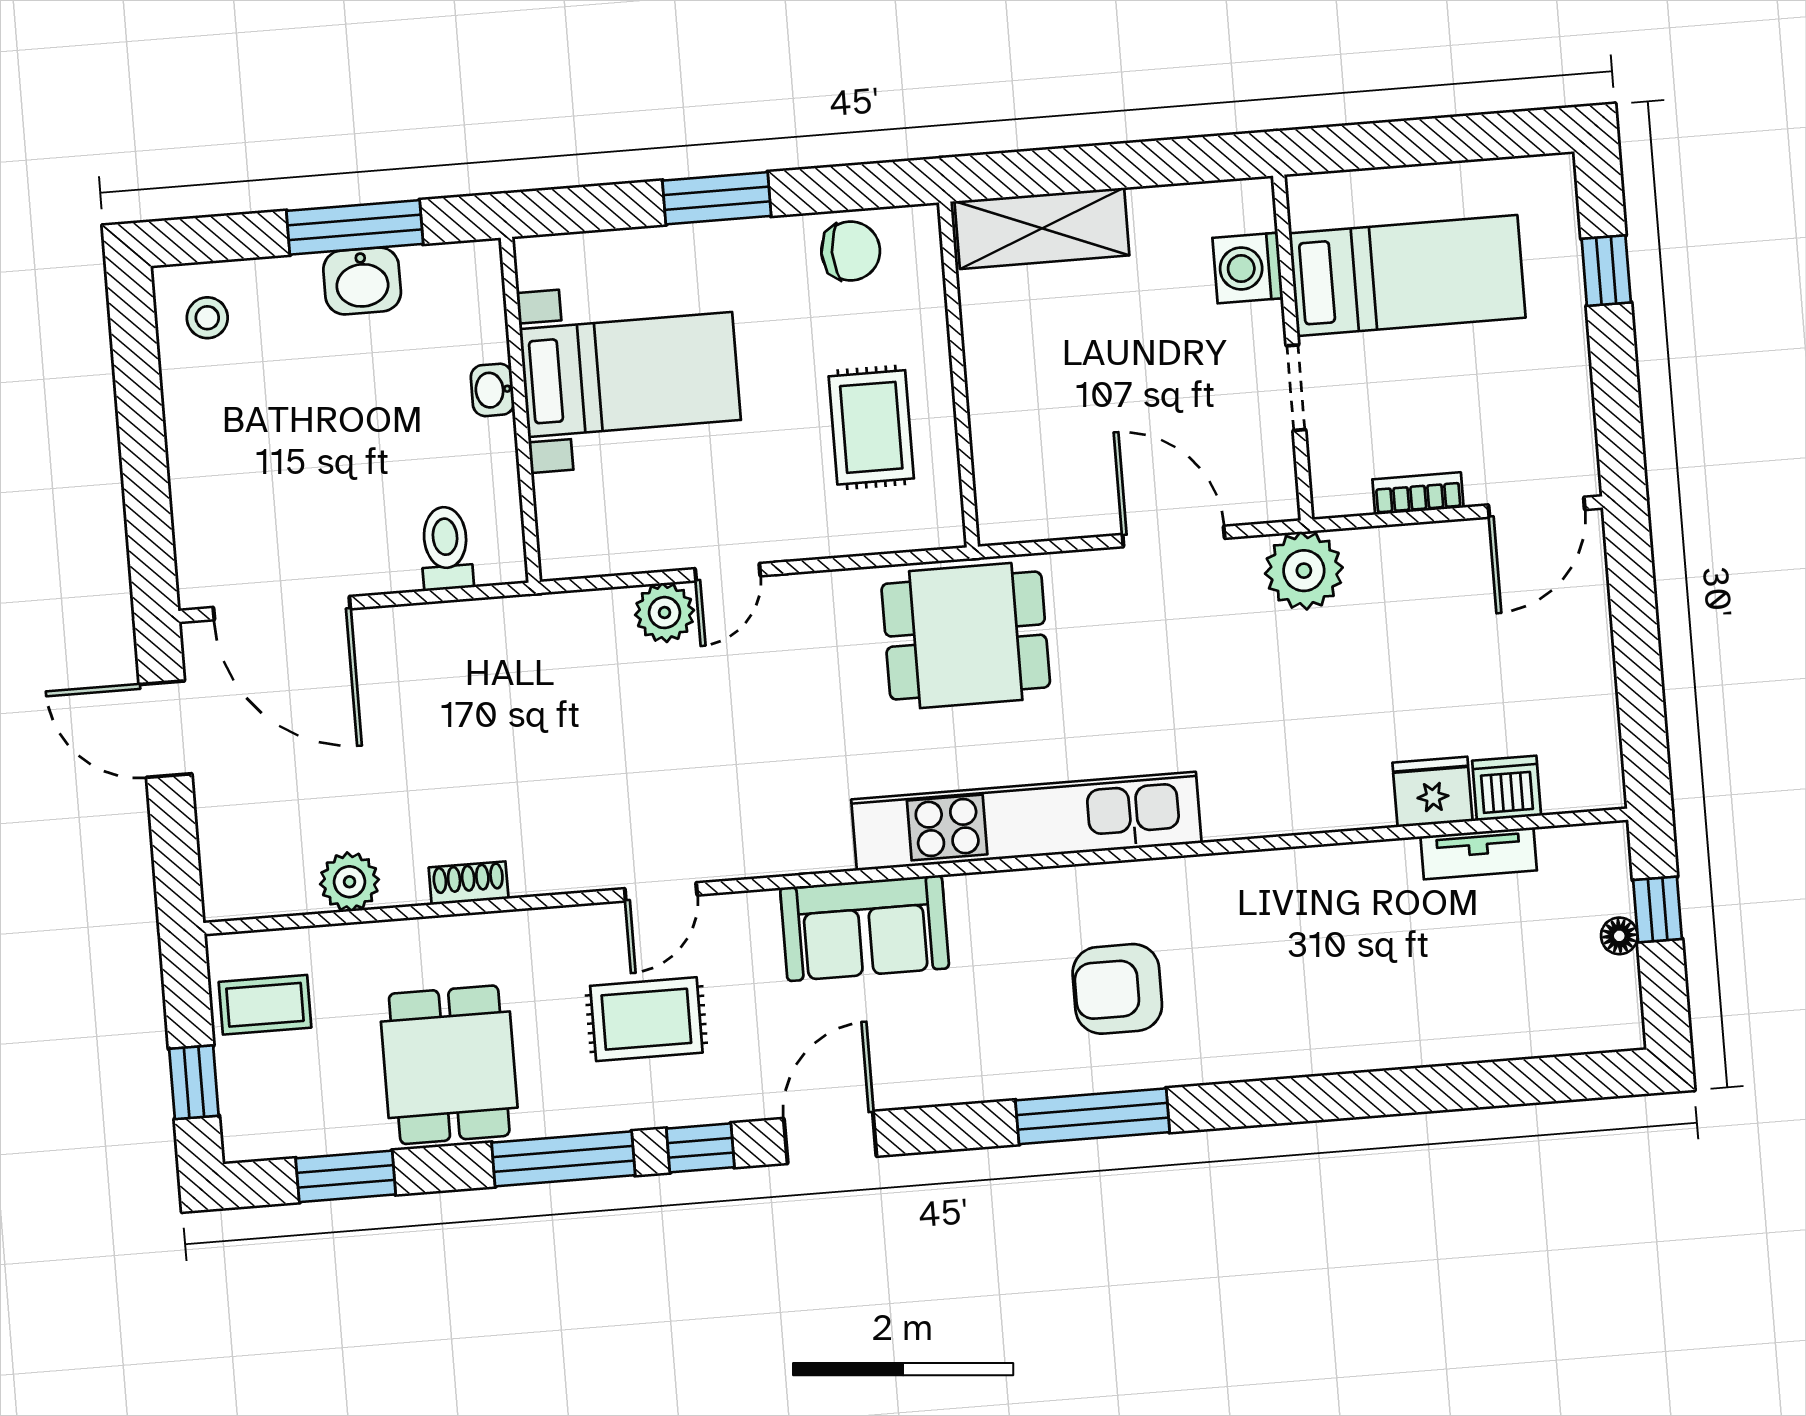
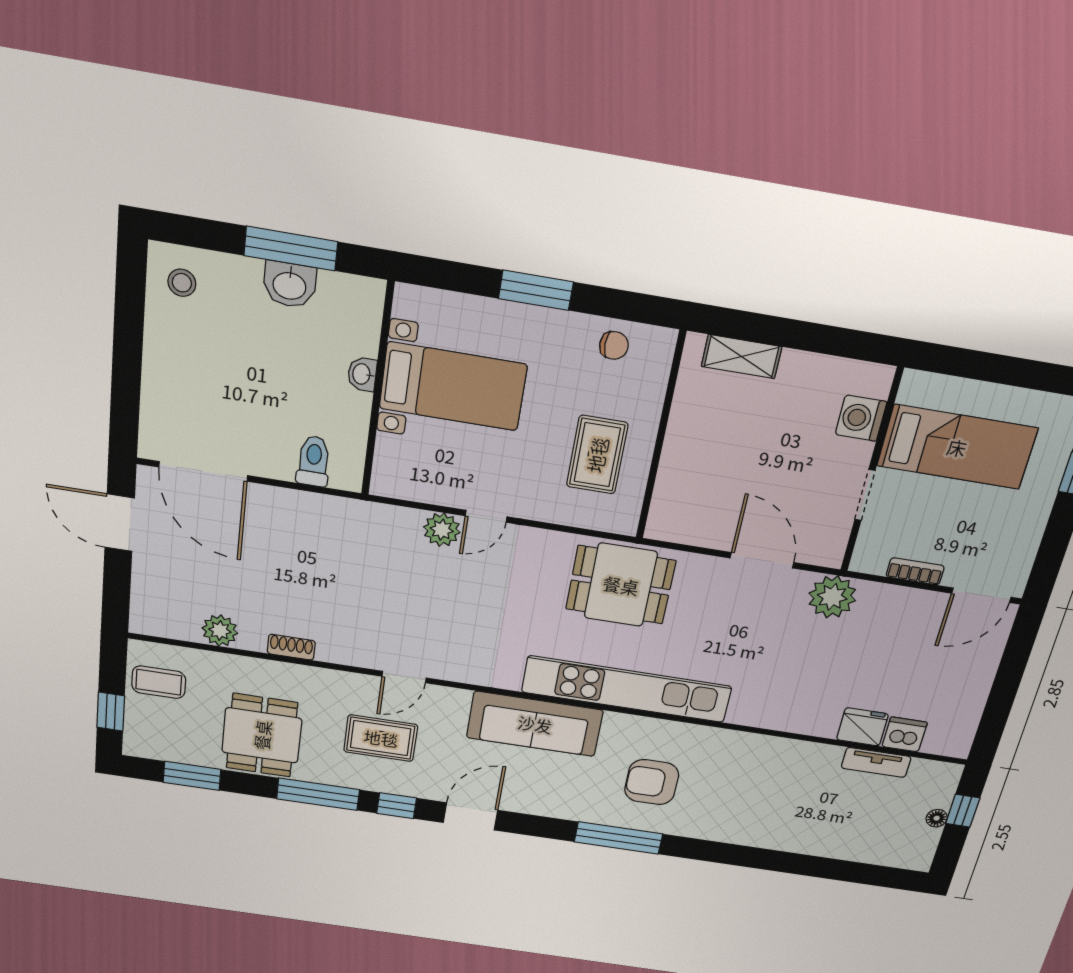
shelving: (1042, 228) -> (742, 357), width x0.67, depth x0.75
chair: (851, 251) -> (614, 345), width x0.73, depth x0.73
sofa: (865, 928) -> (535, 724), width x1.36

